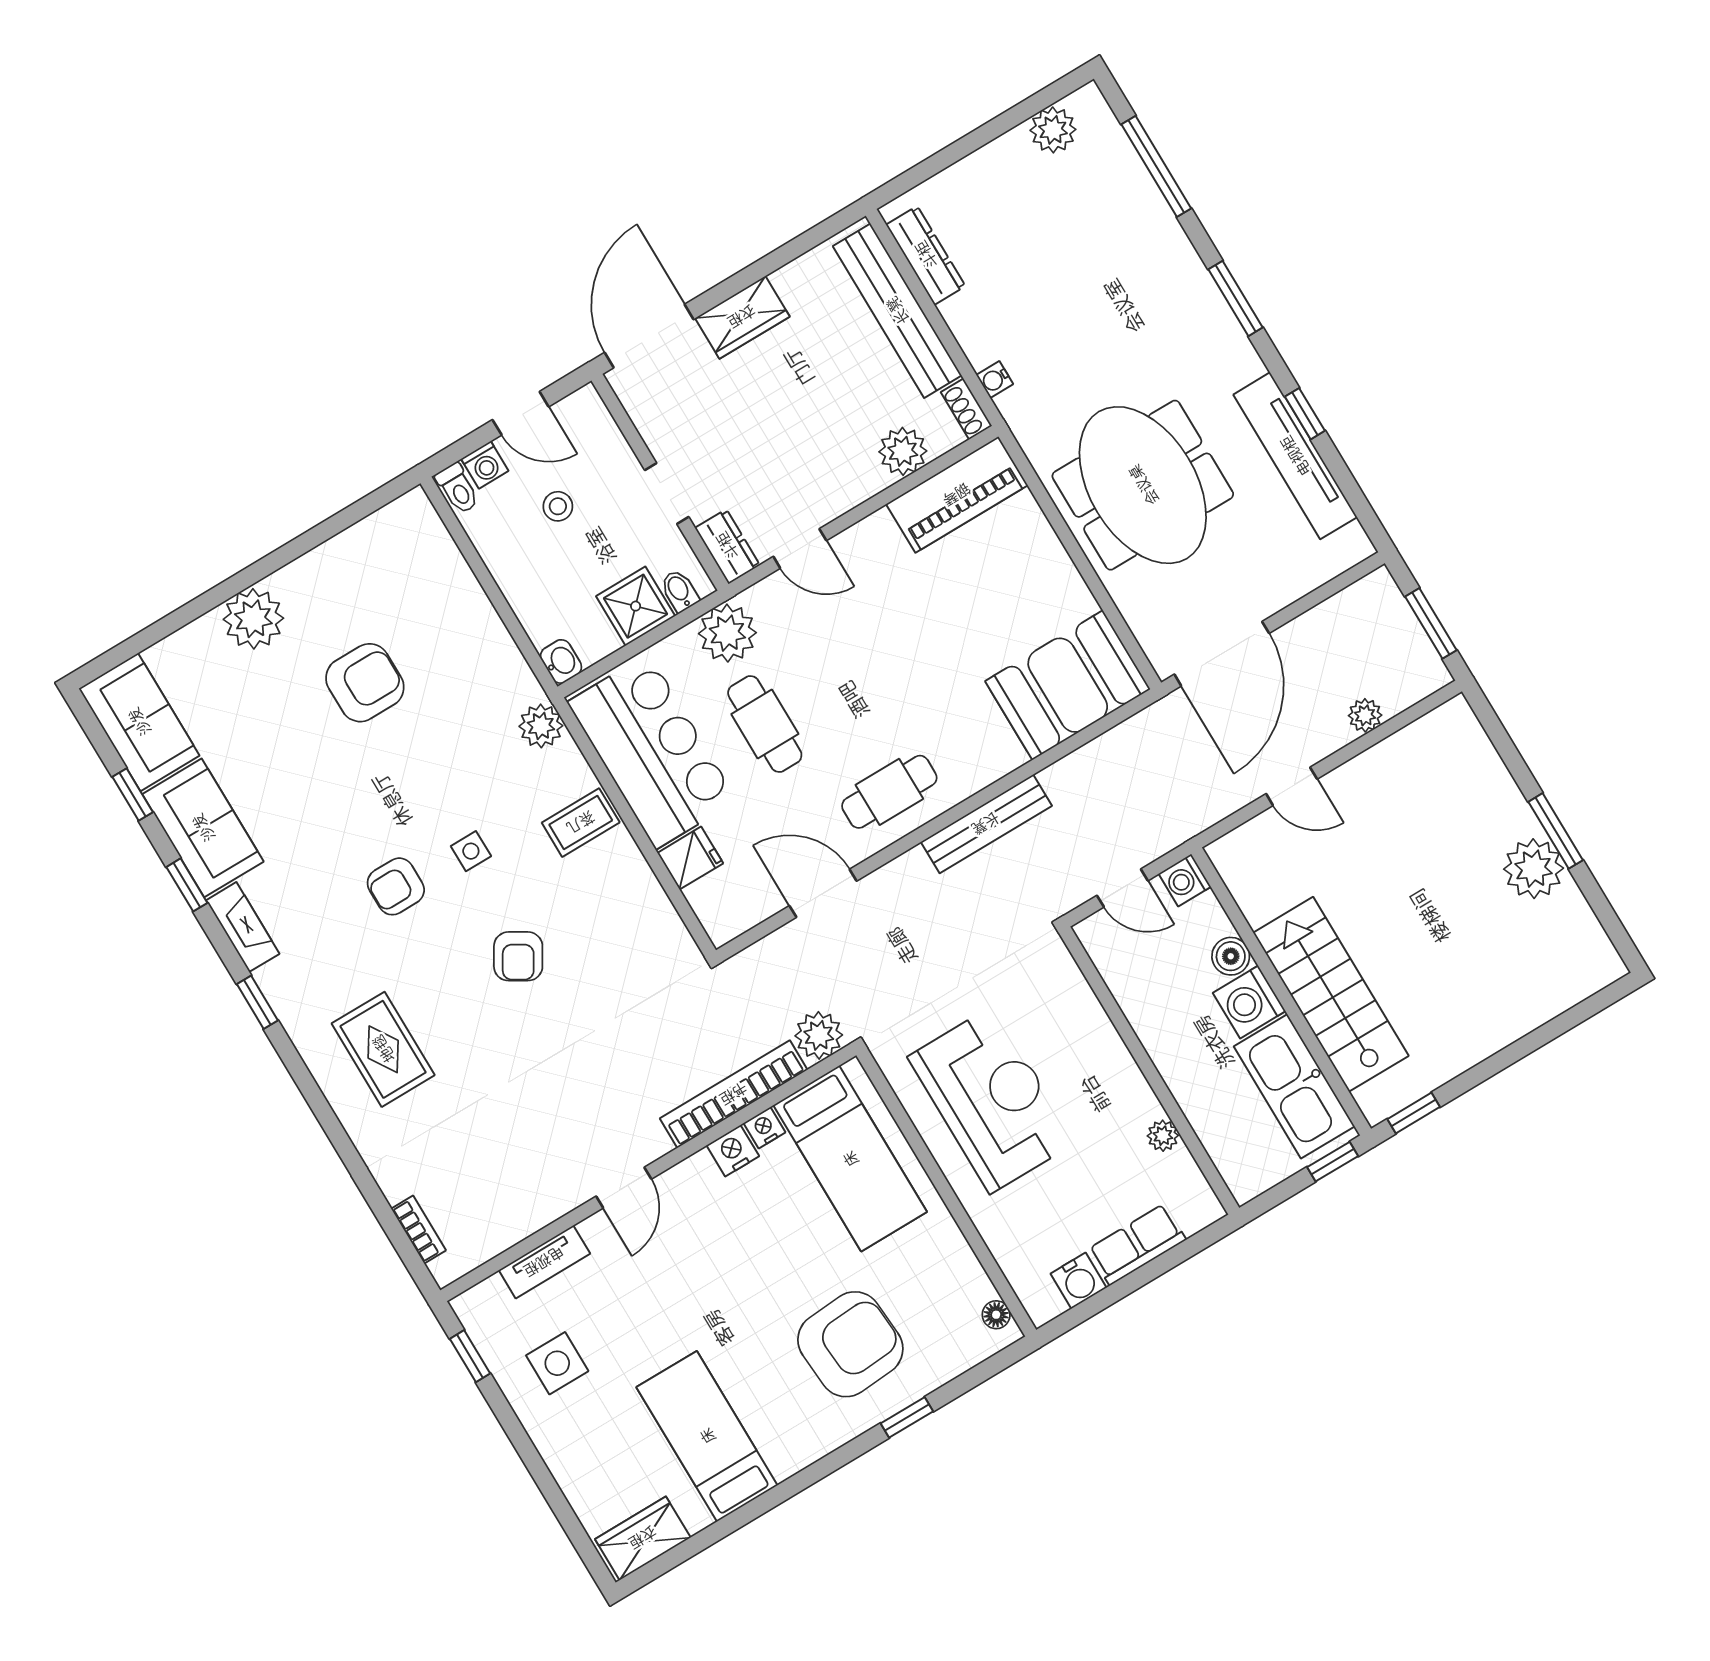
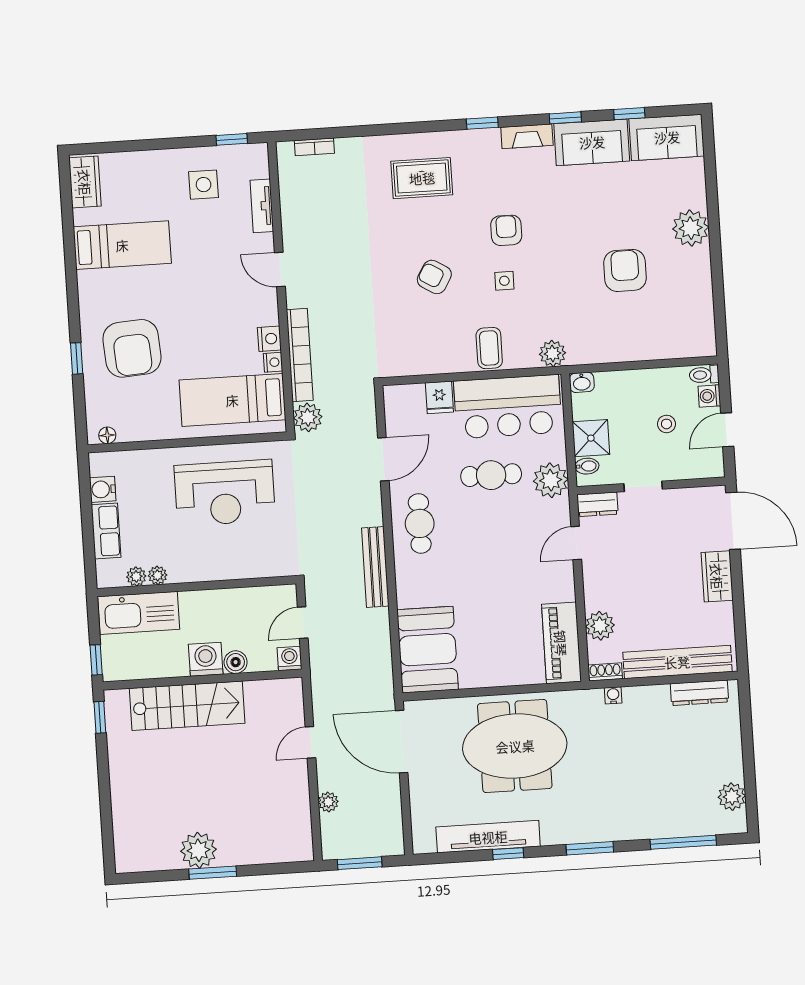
armchair: (365, 683) -> (625, 270), turned 180
kitchen sink: (1294, 1086) -> (139, 613), moved, turned 180
plant: (1181, 1166) -> (136, 576), added

